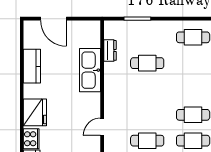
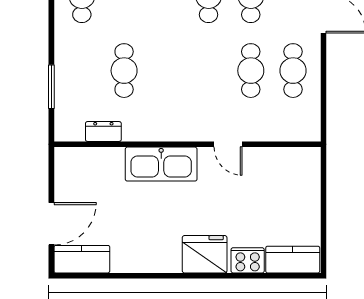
kitchen counter: (32, 66) -> (82, 259), moved
kitchen sink: (90, 70) -> (161, 164), moved

